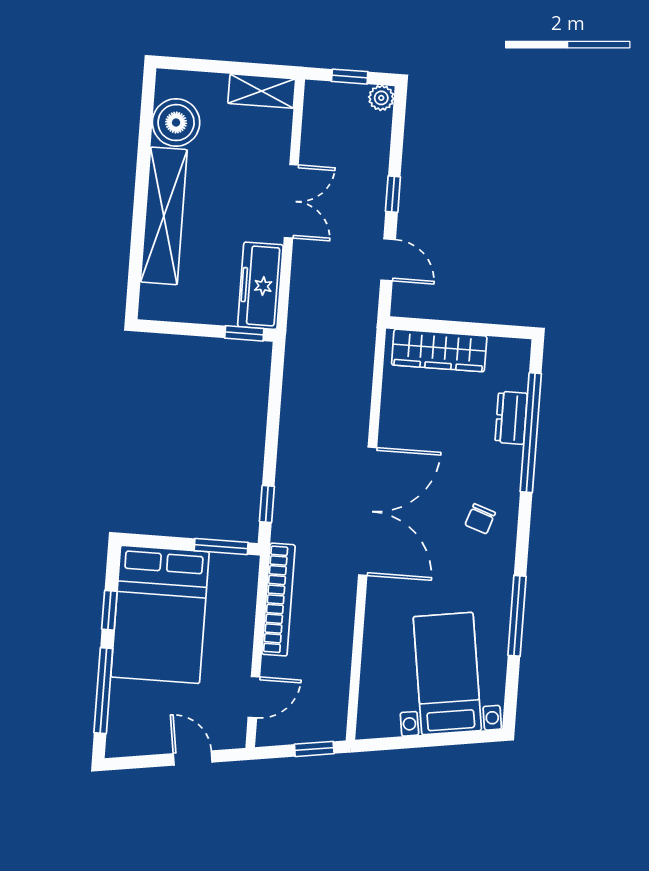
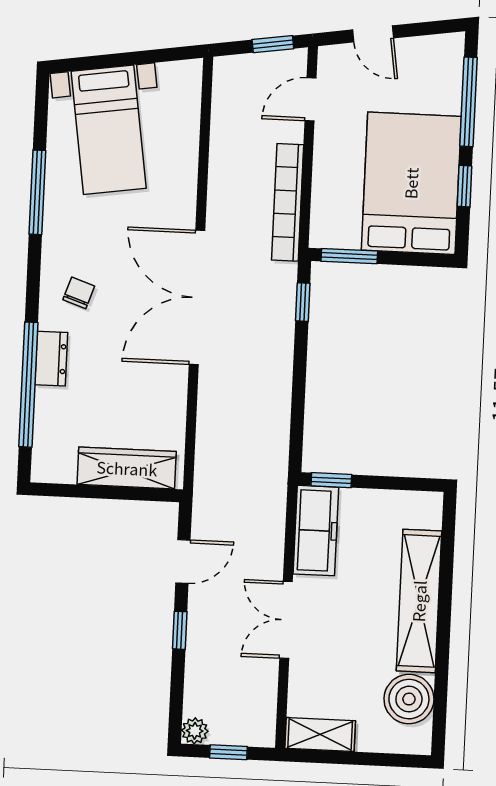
door: (388, 260) -> (183, 561), swing flipped
dresser: (511, 418) -> (51, 359), moved
window: (314, 749) -> (273, 44), moved

